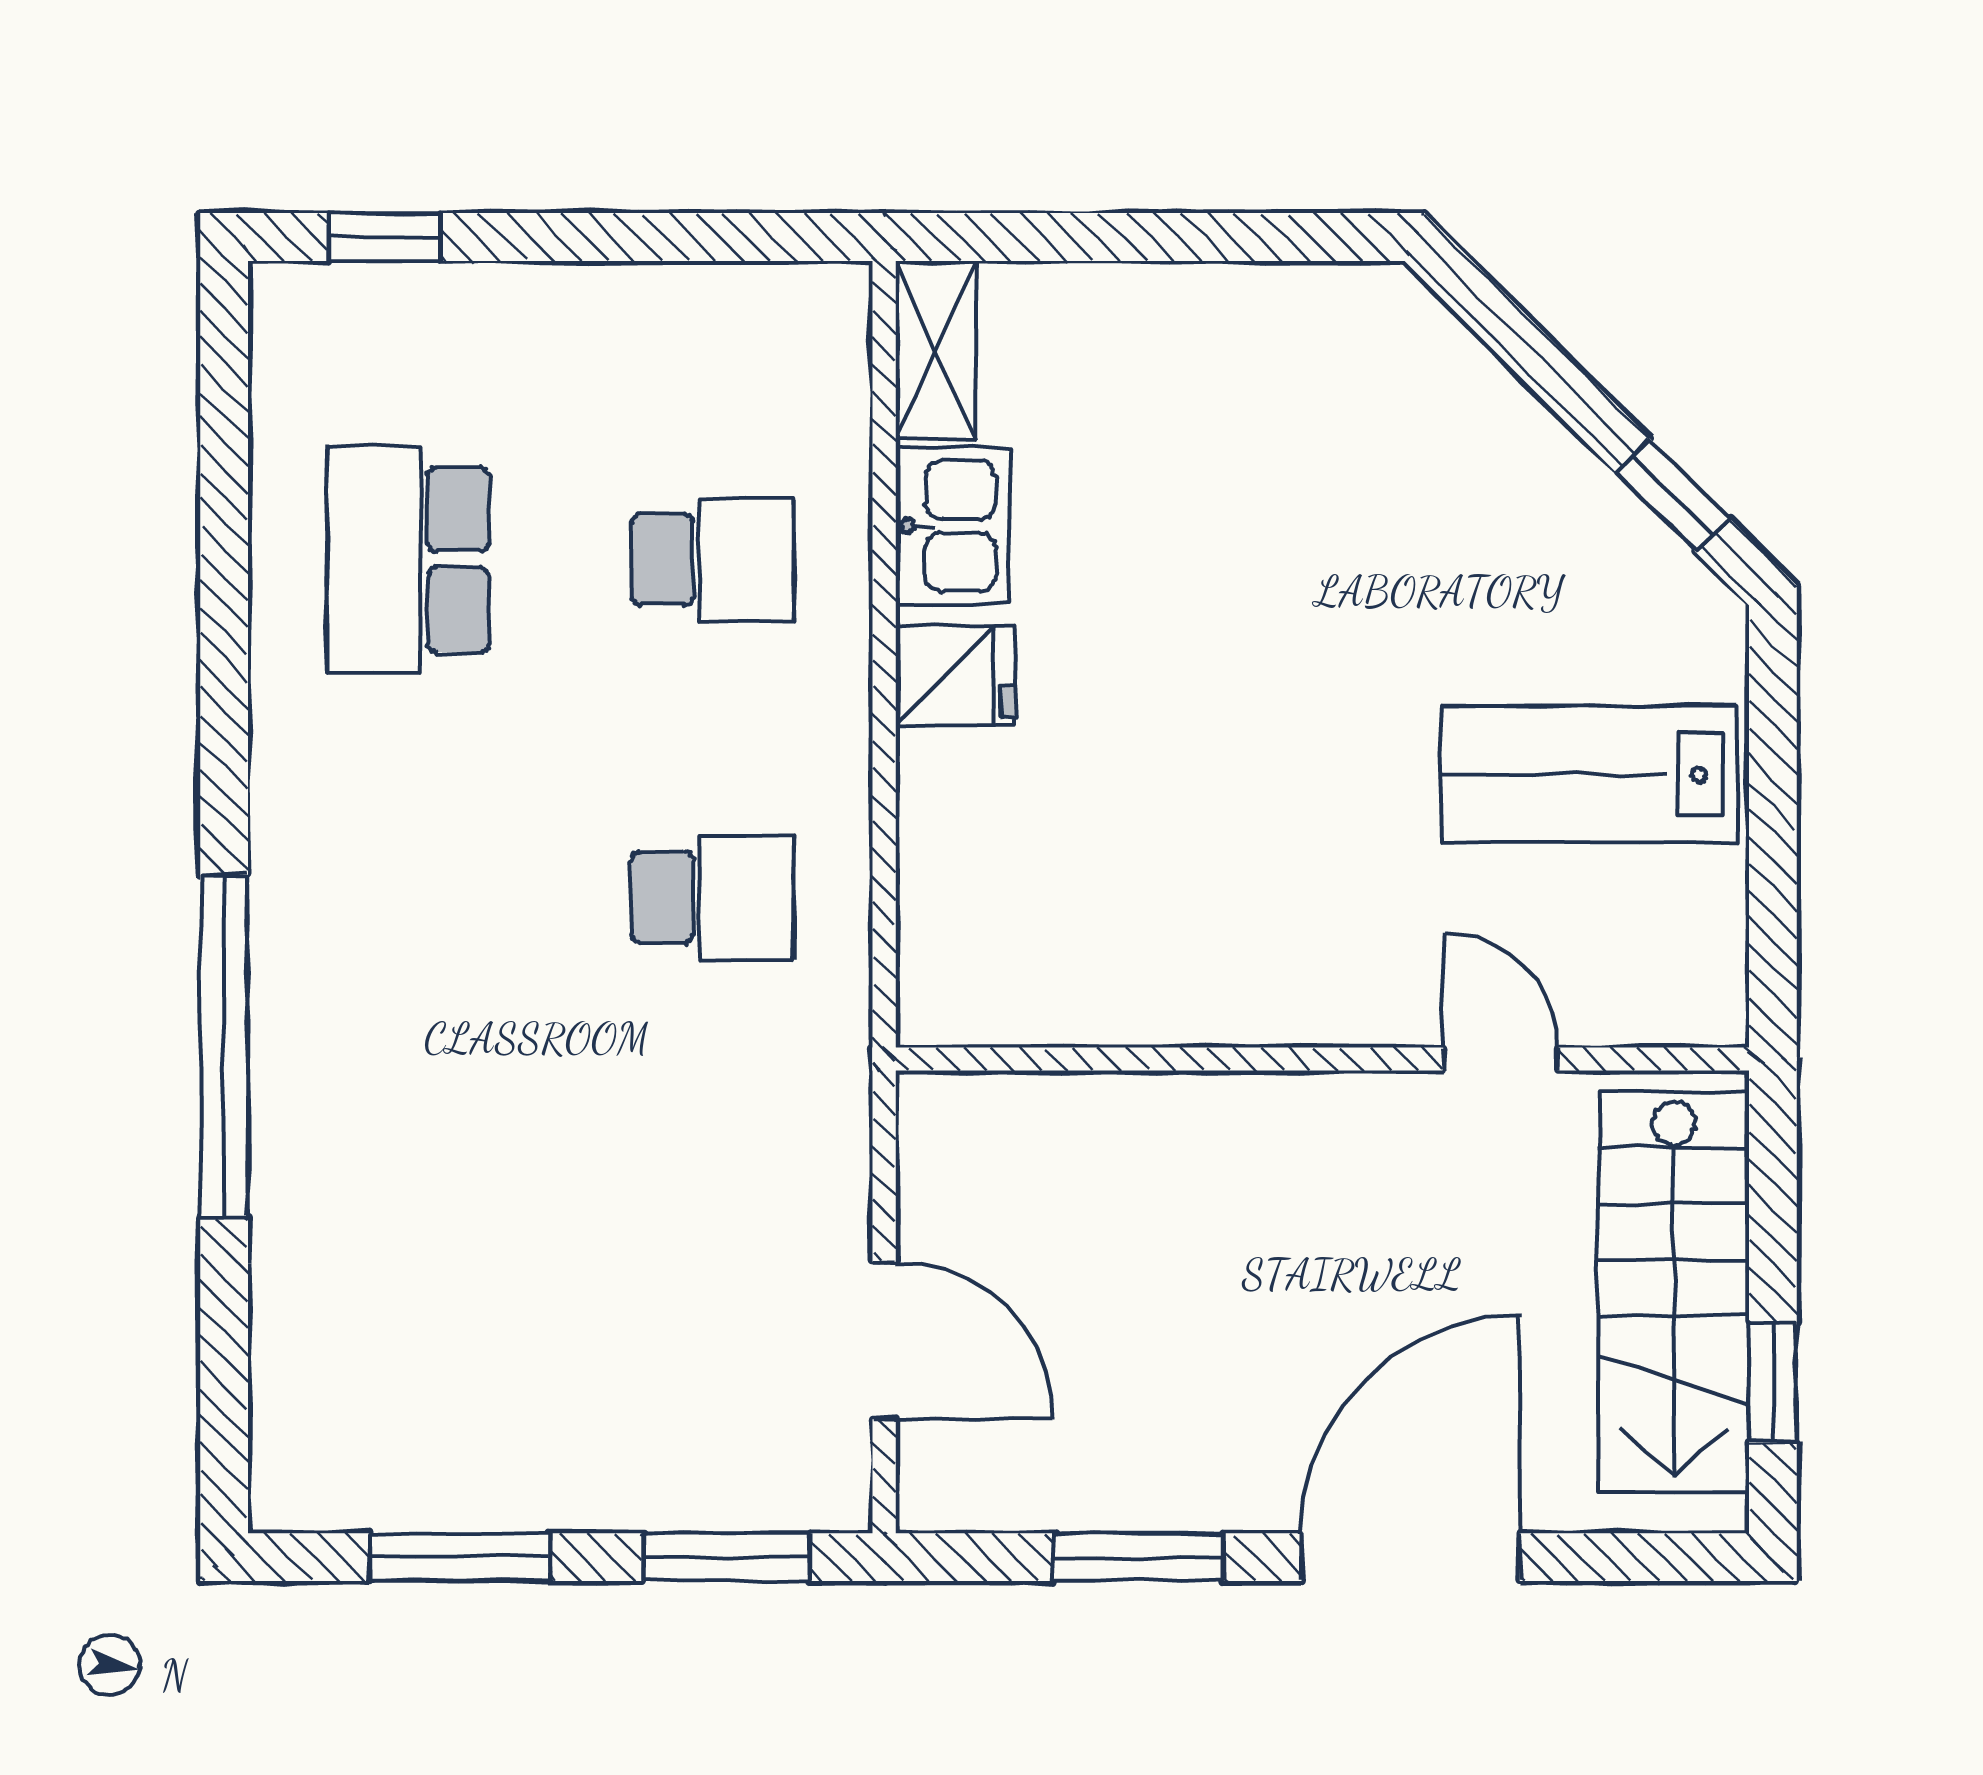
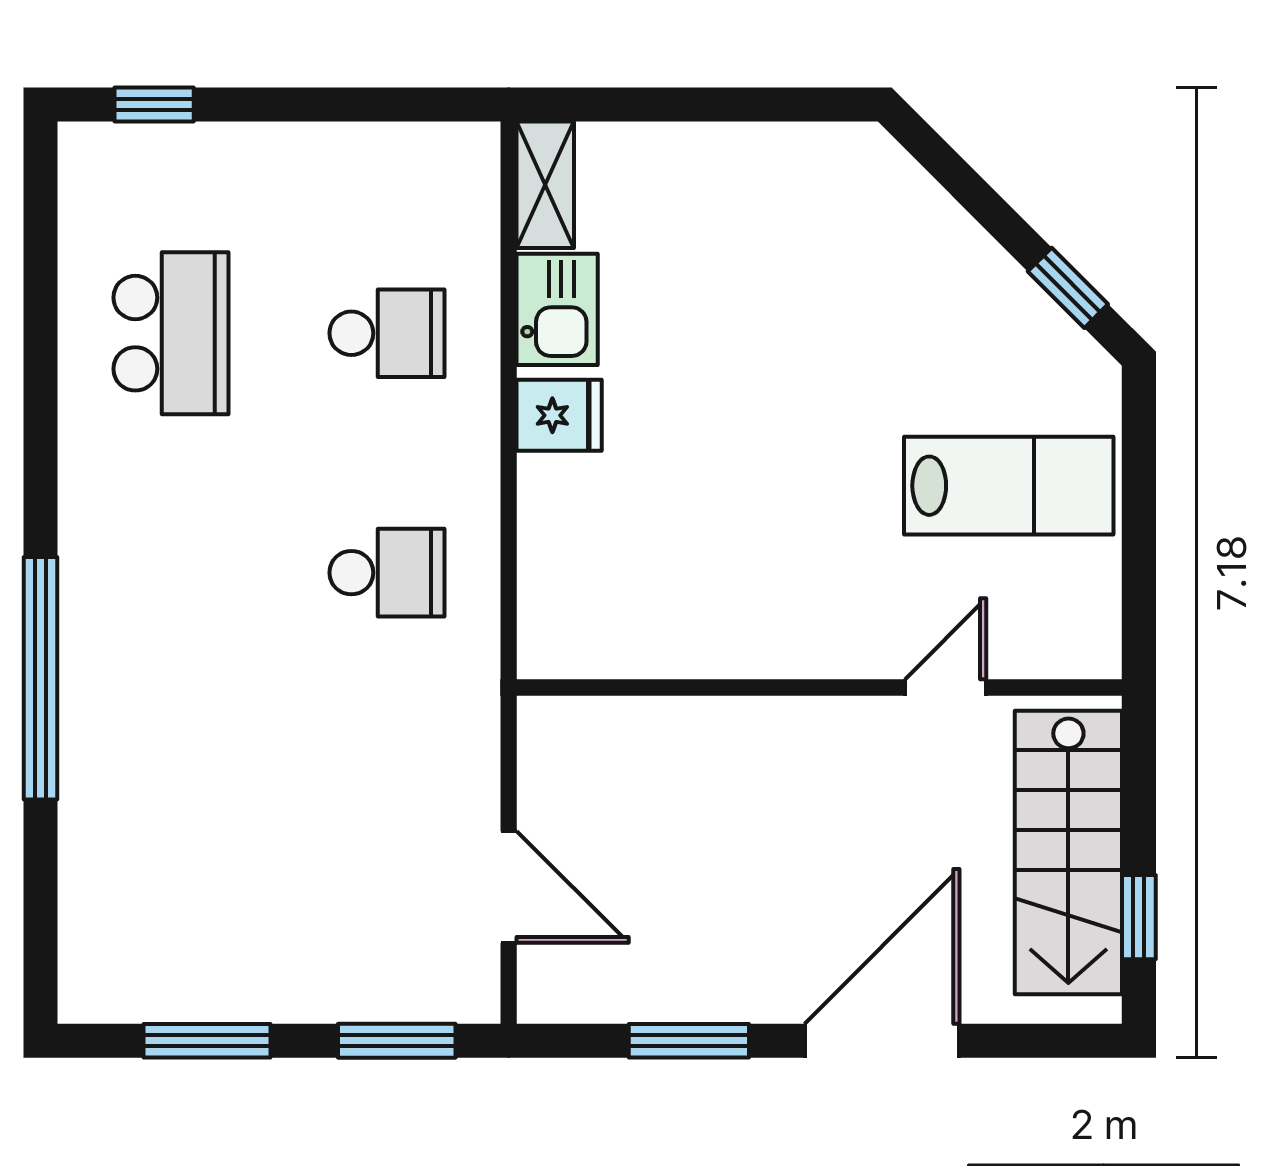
school desk: (408, 560) -> (171, 333), turned 180
lab bench: (1589, 774) -> (1009, 486), turned 180
door: (1500, 1059) -> (946, 687), hinge flipped

